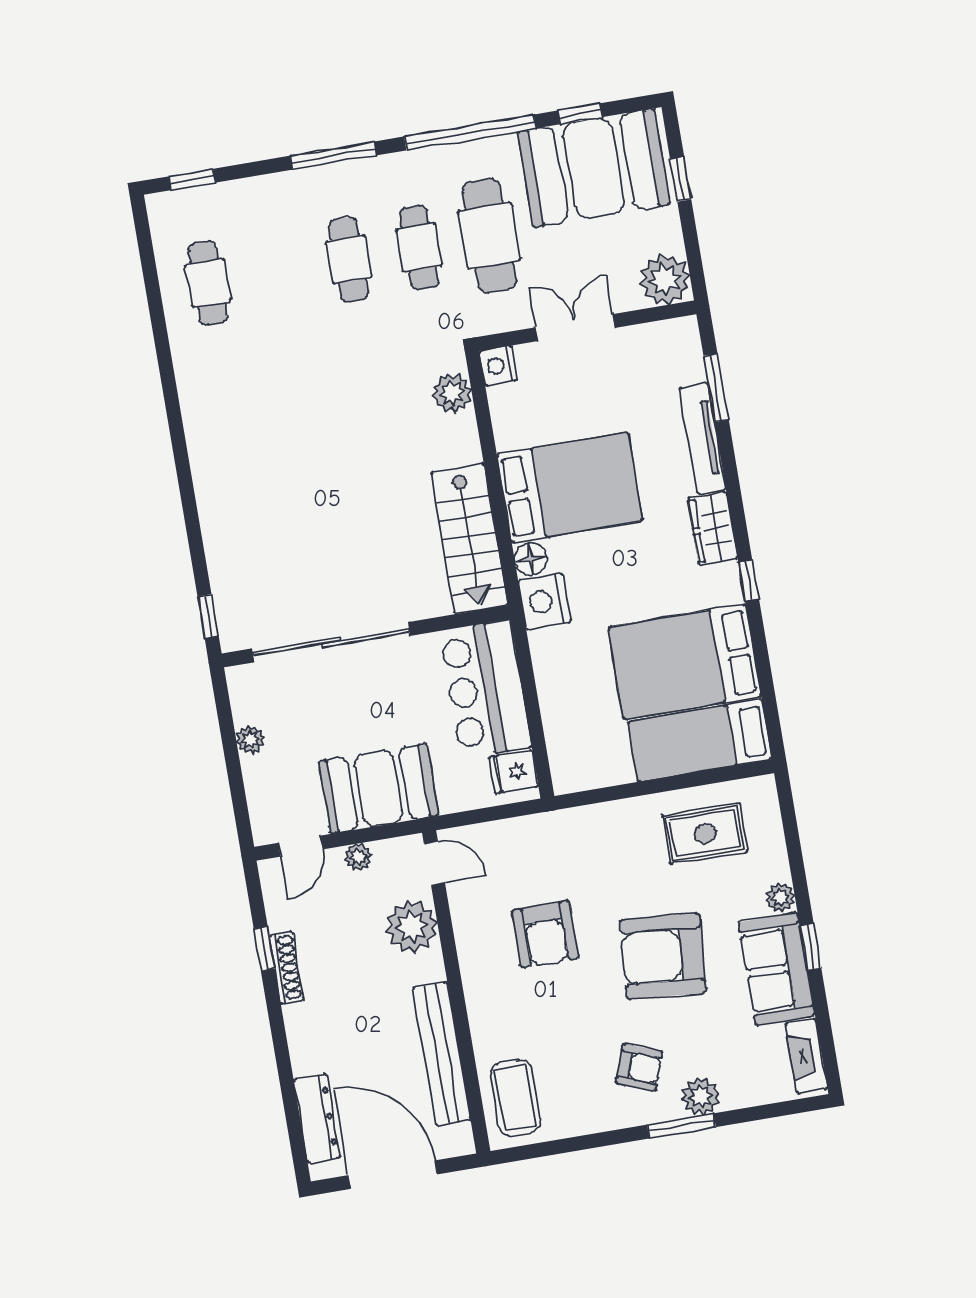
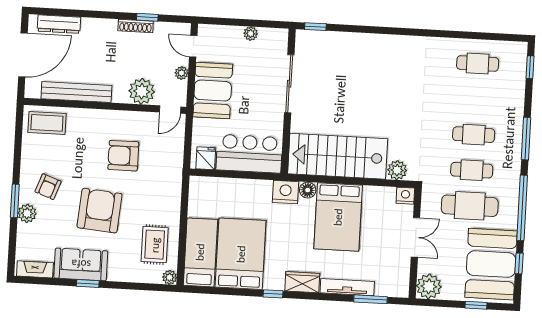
stairs: (469, 539) -> (338, 156), width x1.36, depth x1.51
sliding door: (331, 642) -> (289, 84), width x0.73
plant: (780, 898) -> (170, 277), moved

